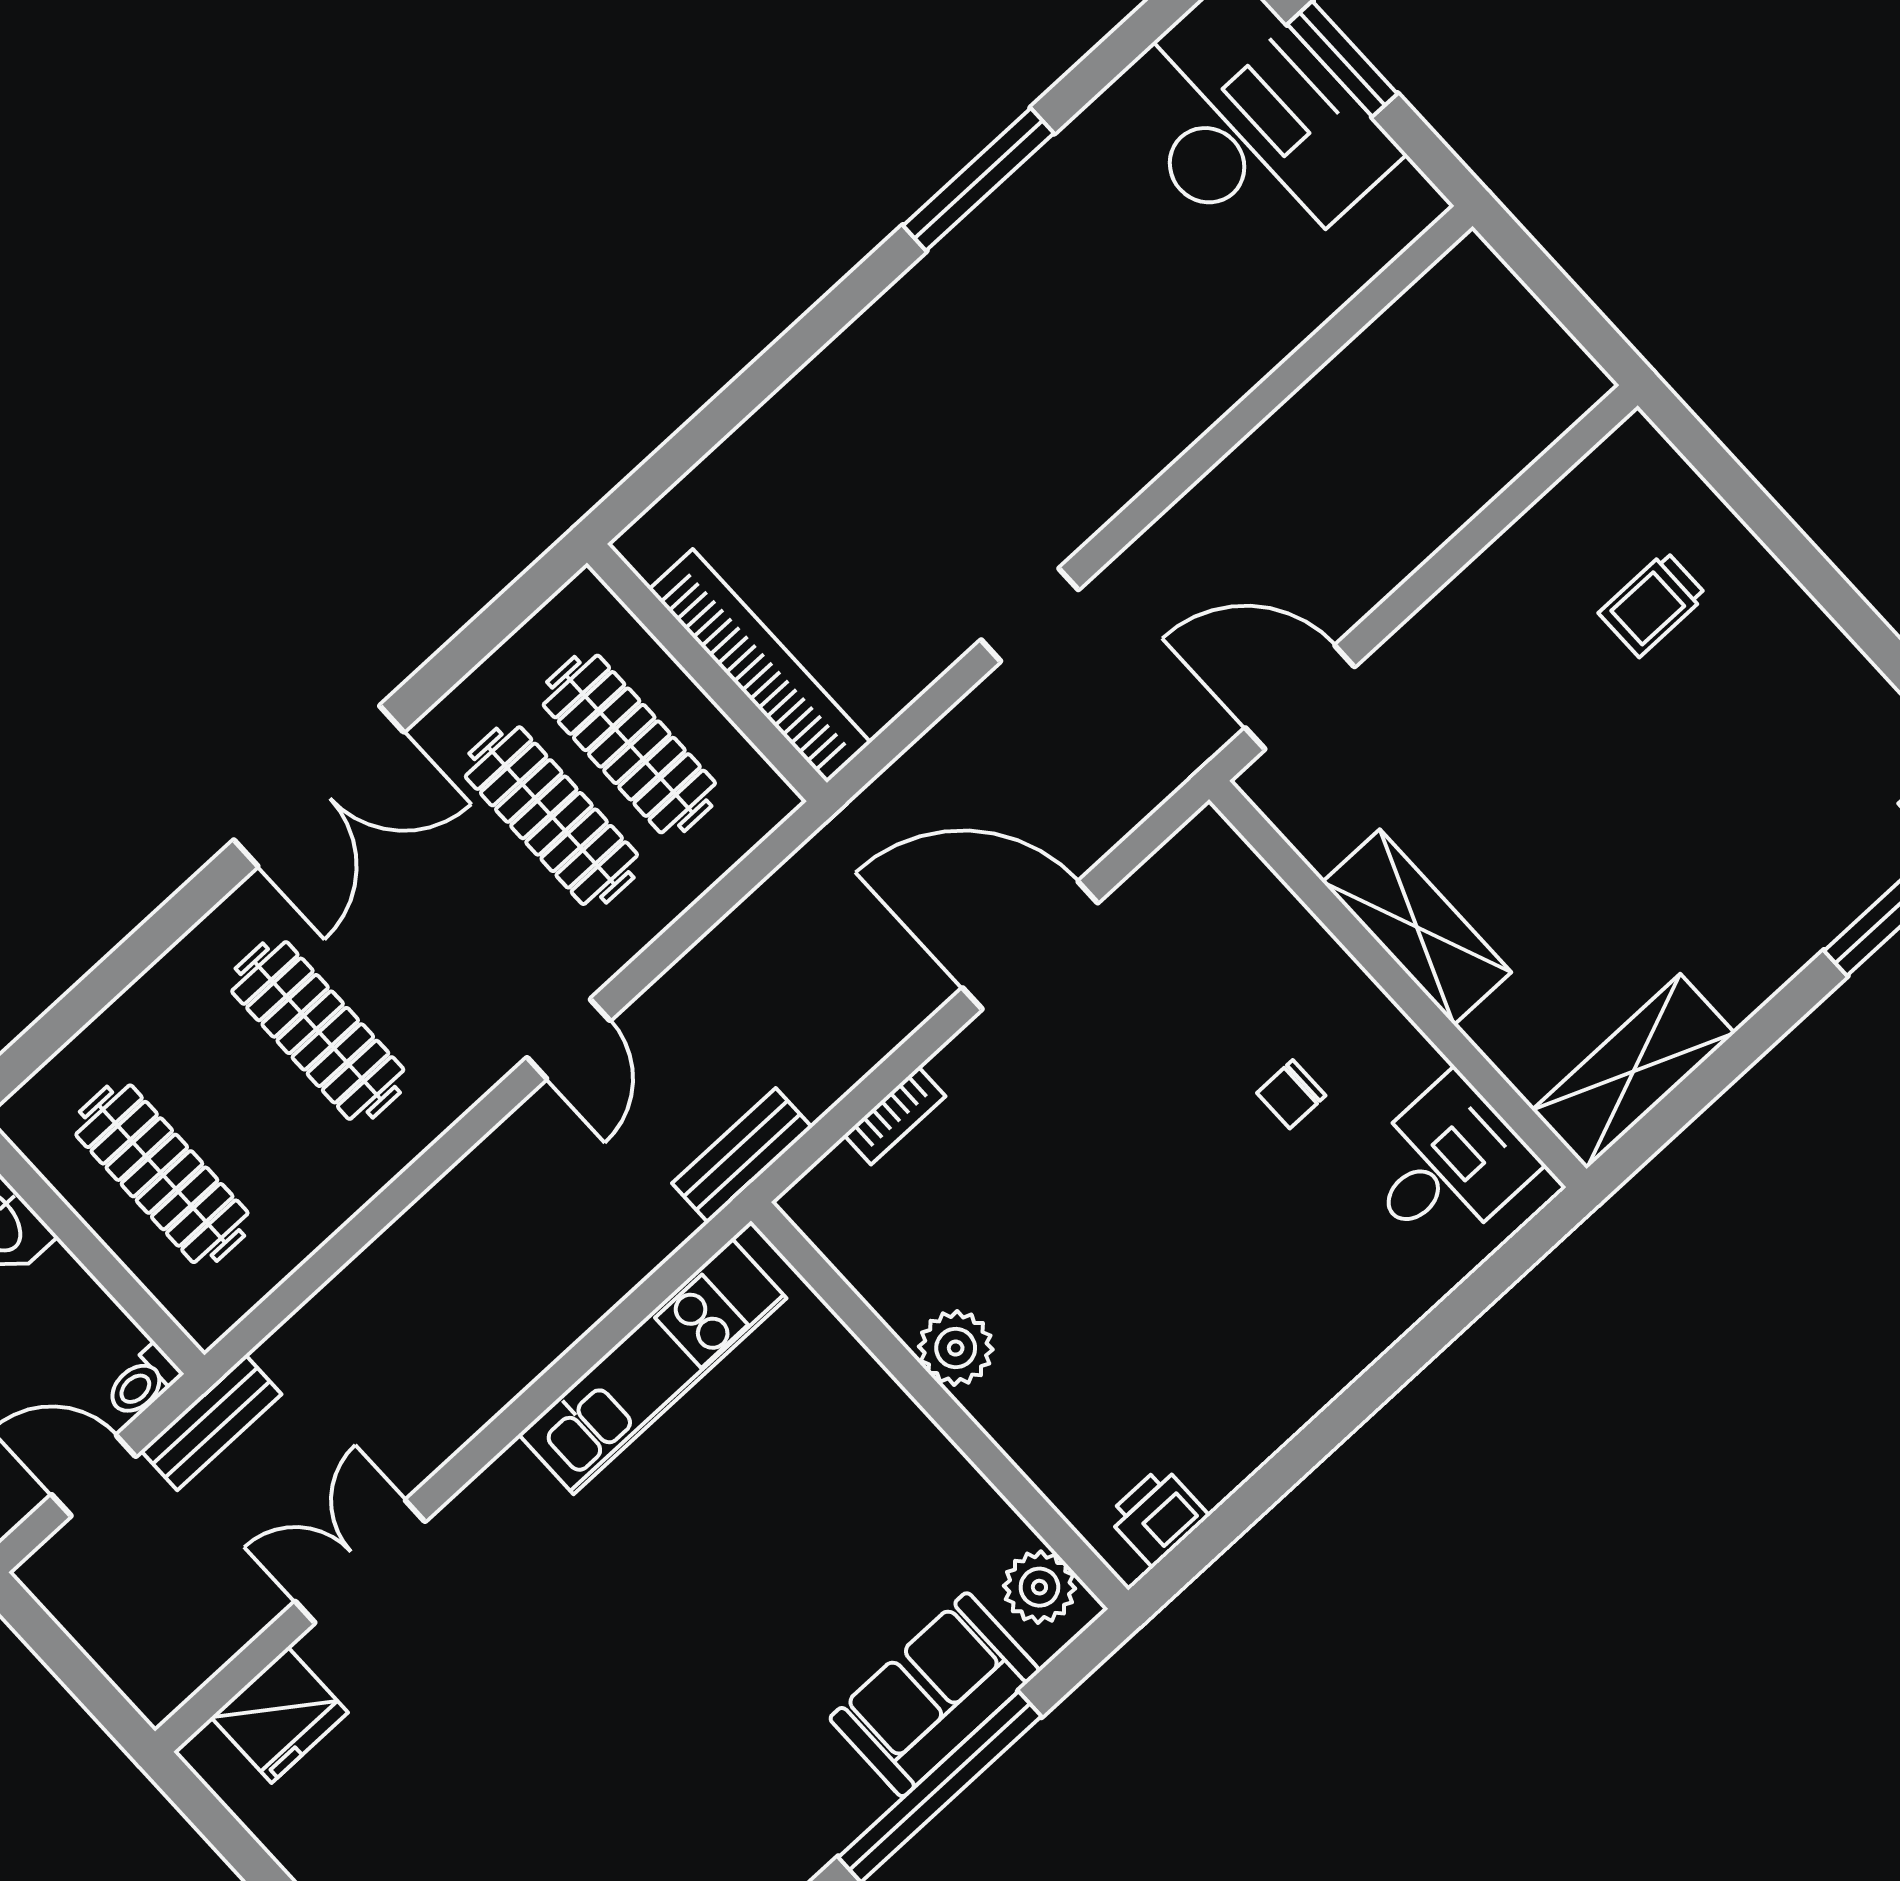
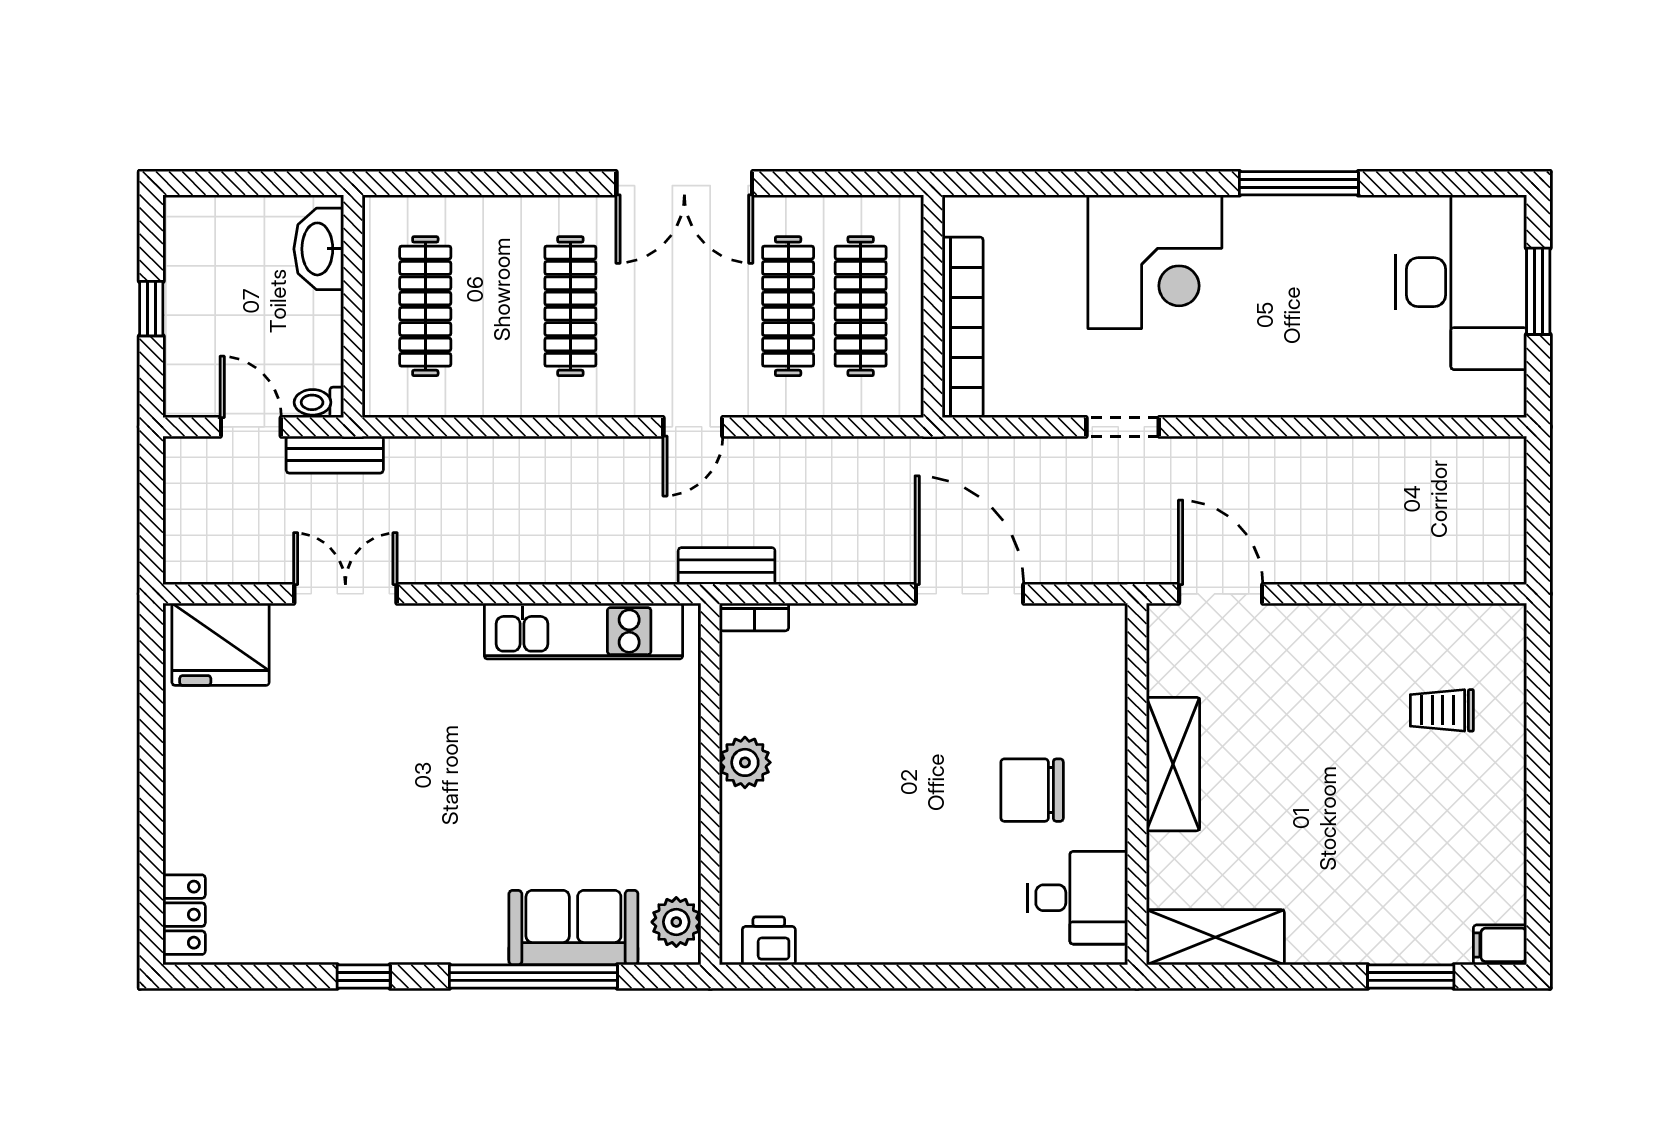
corner desk: (901, 406) -> (1155, 262), added
chair: (1291, 1094) -> (1032, 790), width x1.87, depth x1.87
bookcase: (895, 1116) -> (754, 617), moved
fridge: (279, 1715) -> (221, 644), width x1.36, depth x1.34

